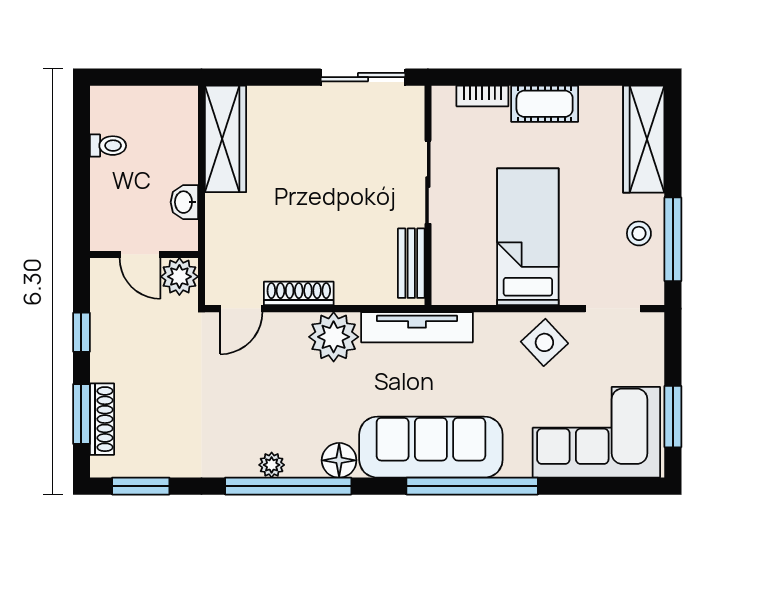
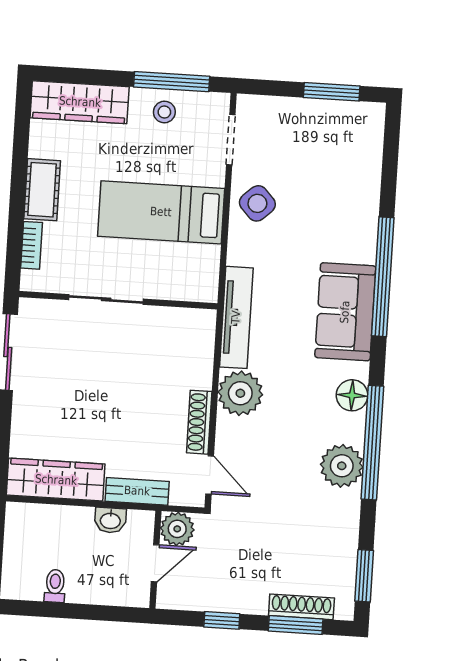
bench: (411, 263) -> (137, 491), moved
corner sofa: (596, 432) -> (341, 162), removed
sofa: (431, 447) -> (345, 312), width x0.73
plant: (272, 465) -> (342, 466), width x1.88, depth x1.88

